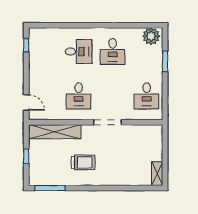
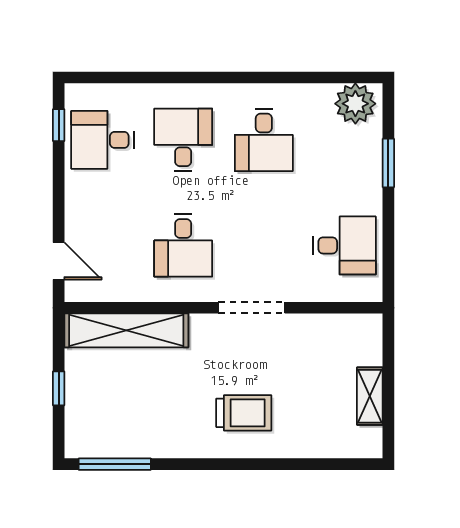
desk: (45, 51) -> (102, 140), added
desk: (79, 51) -> (183, 140), turned -90
desk: (147, 96) -> (345, 245), turned -90
trolley: (83, 162) -> (244, 413), moved
shelving: (157, 174) -> (370, 396), moved

